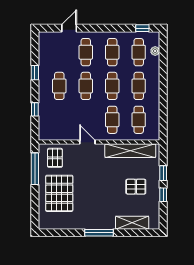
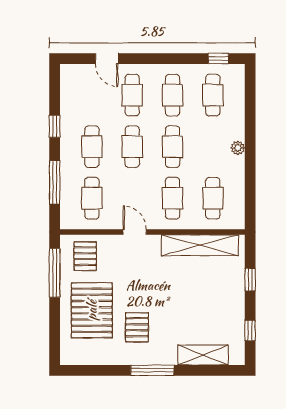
door: (69, 28) -> (107, 59), swing flipped
plant: (155, 51) -> (238, 148), moved
cafe table: (139, 86) -> (92, 198), moved
window: (35, 109) -> (55, 182), width x2.17
pallet: (136, 187) -> (137, 327), moved, turned 90
window: (163, 195) -> (250, 331), moved

